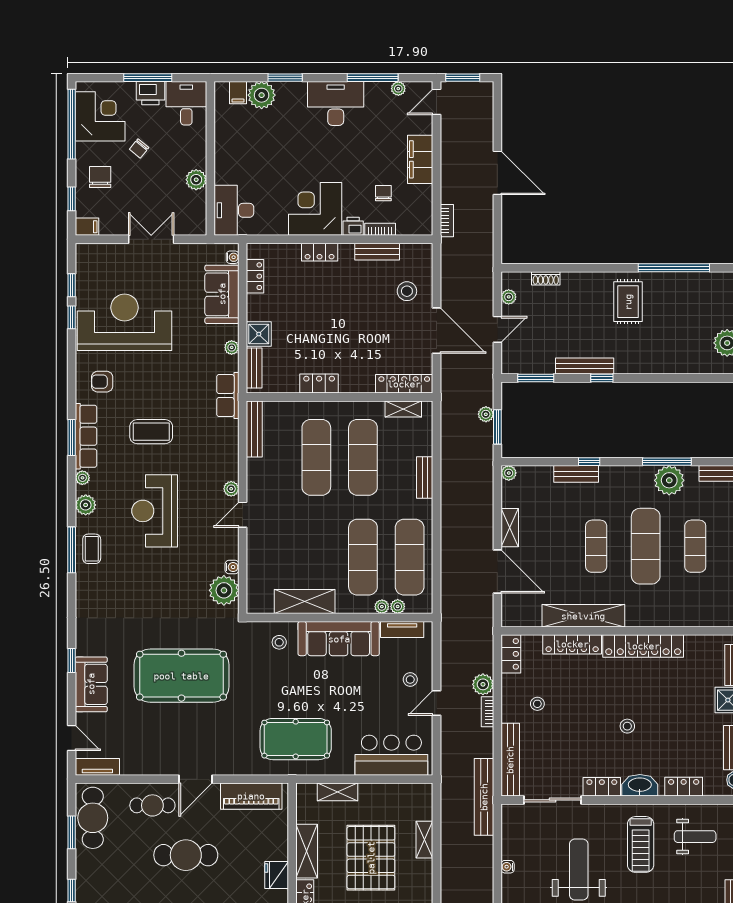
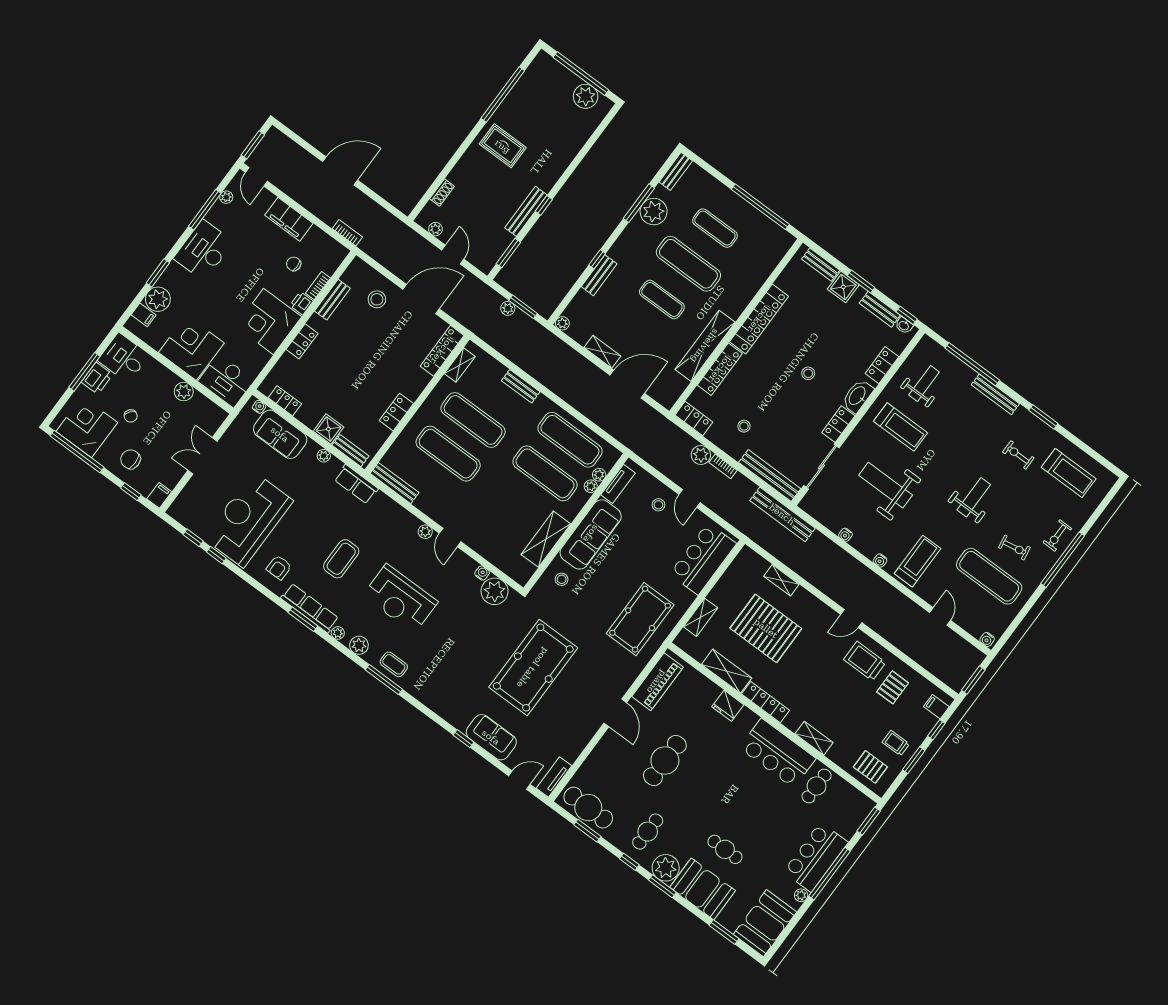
corner desk: (240, 157) -> (191, 348), added
cafe table: (152, 805) -> (648, 832), moved

